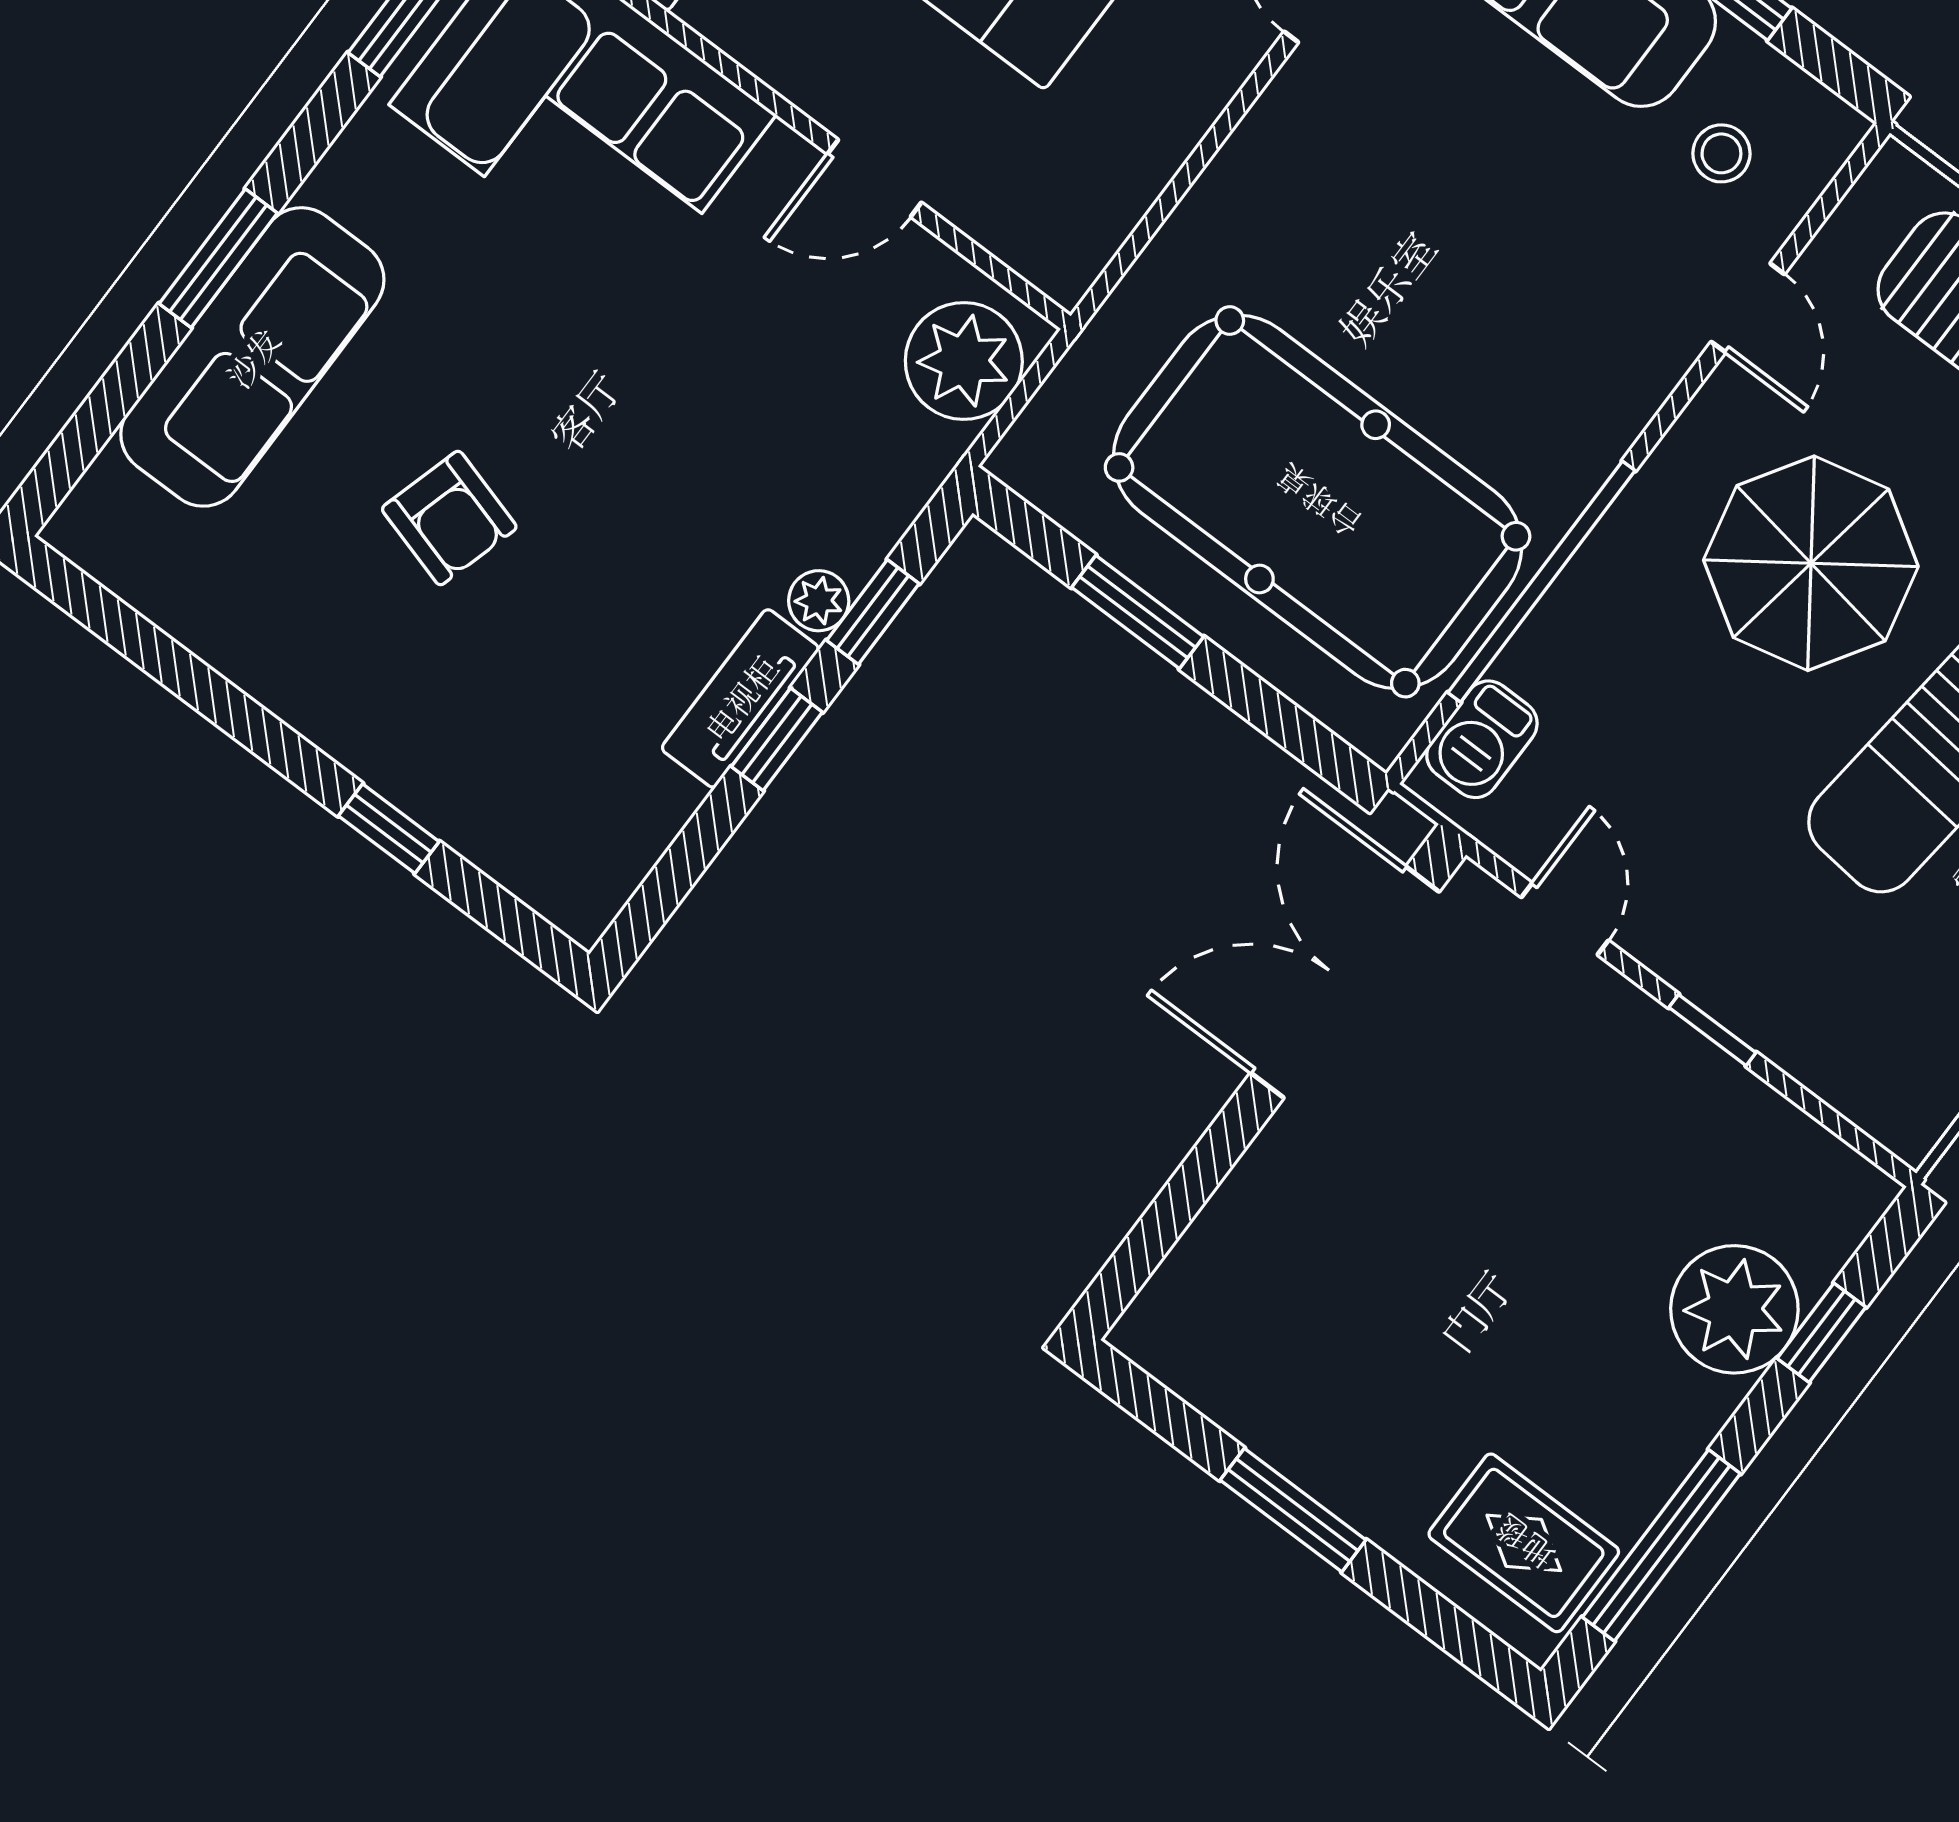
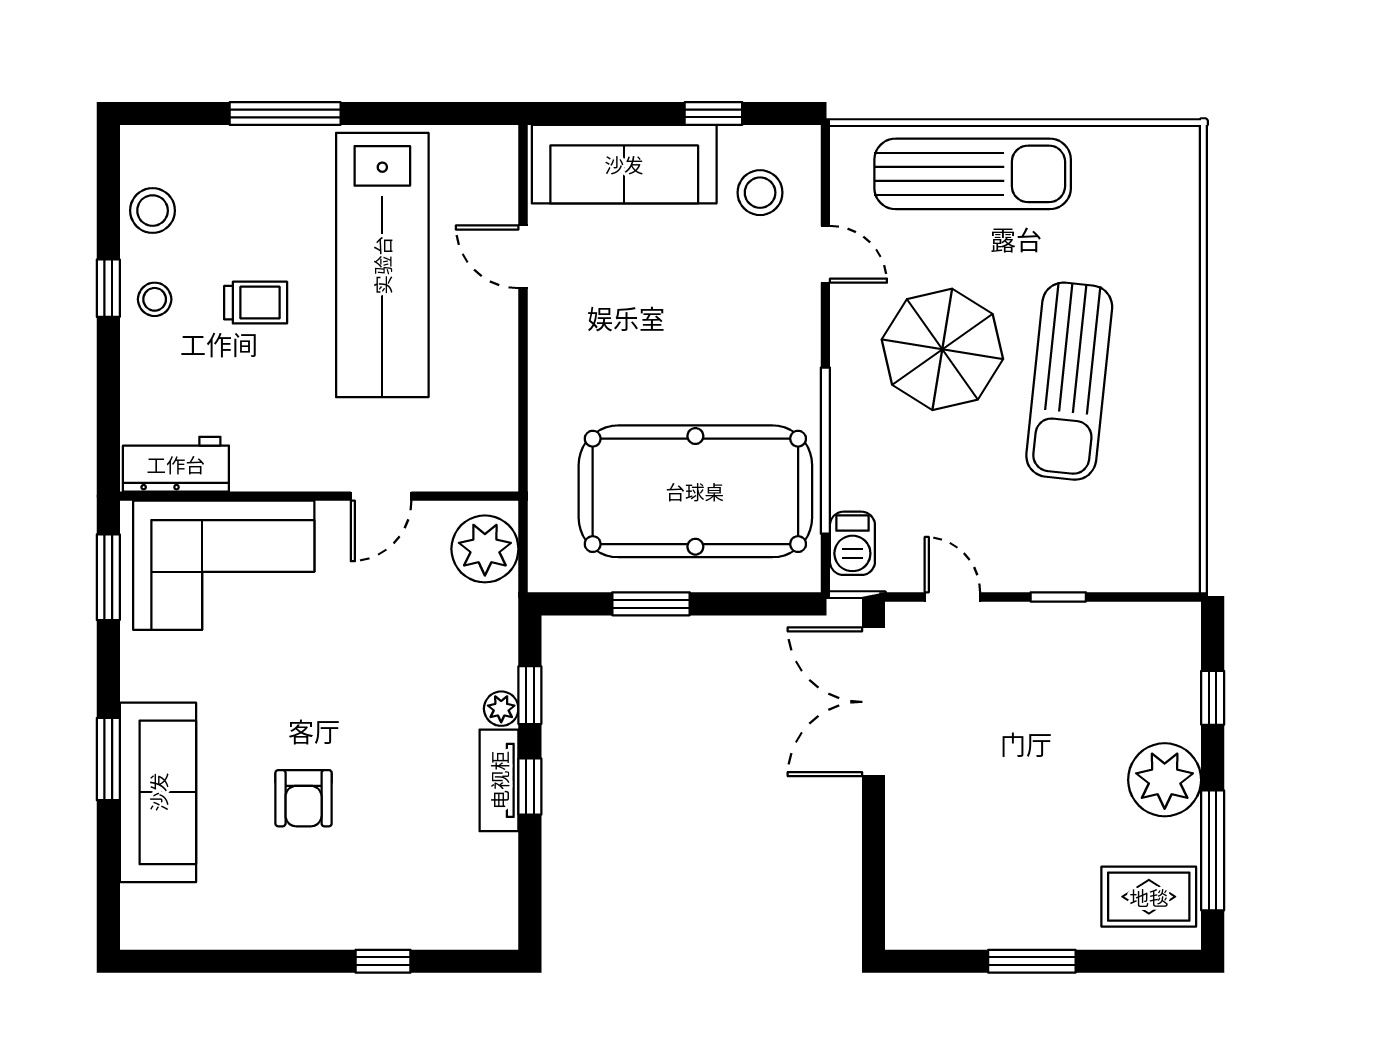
stool: (1721, 153) -> (760, 193), width x1.37, depth x1.37
armchair: (449, 518) -> (304, 798), turned 74
plant: (1734, 1309) -> (1165, 780), moved

